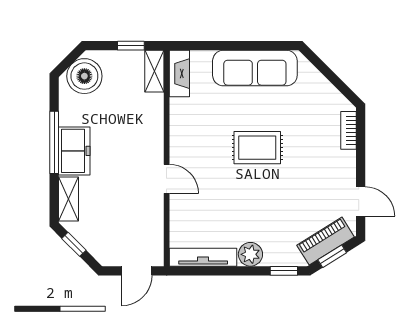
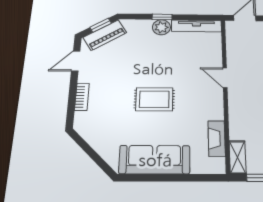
fireplace: (179, 74) -> (217, 139), moved
bookcase: (348, 130) -> (82, 97), moved
door: (361, 201) -> (76, 61), hinge flipped
window: (284, 271) -> (162, 17), moved

